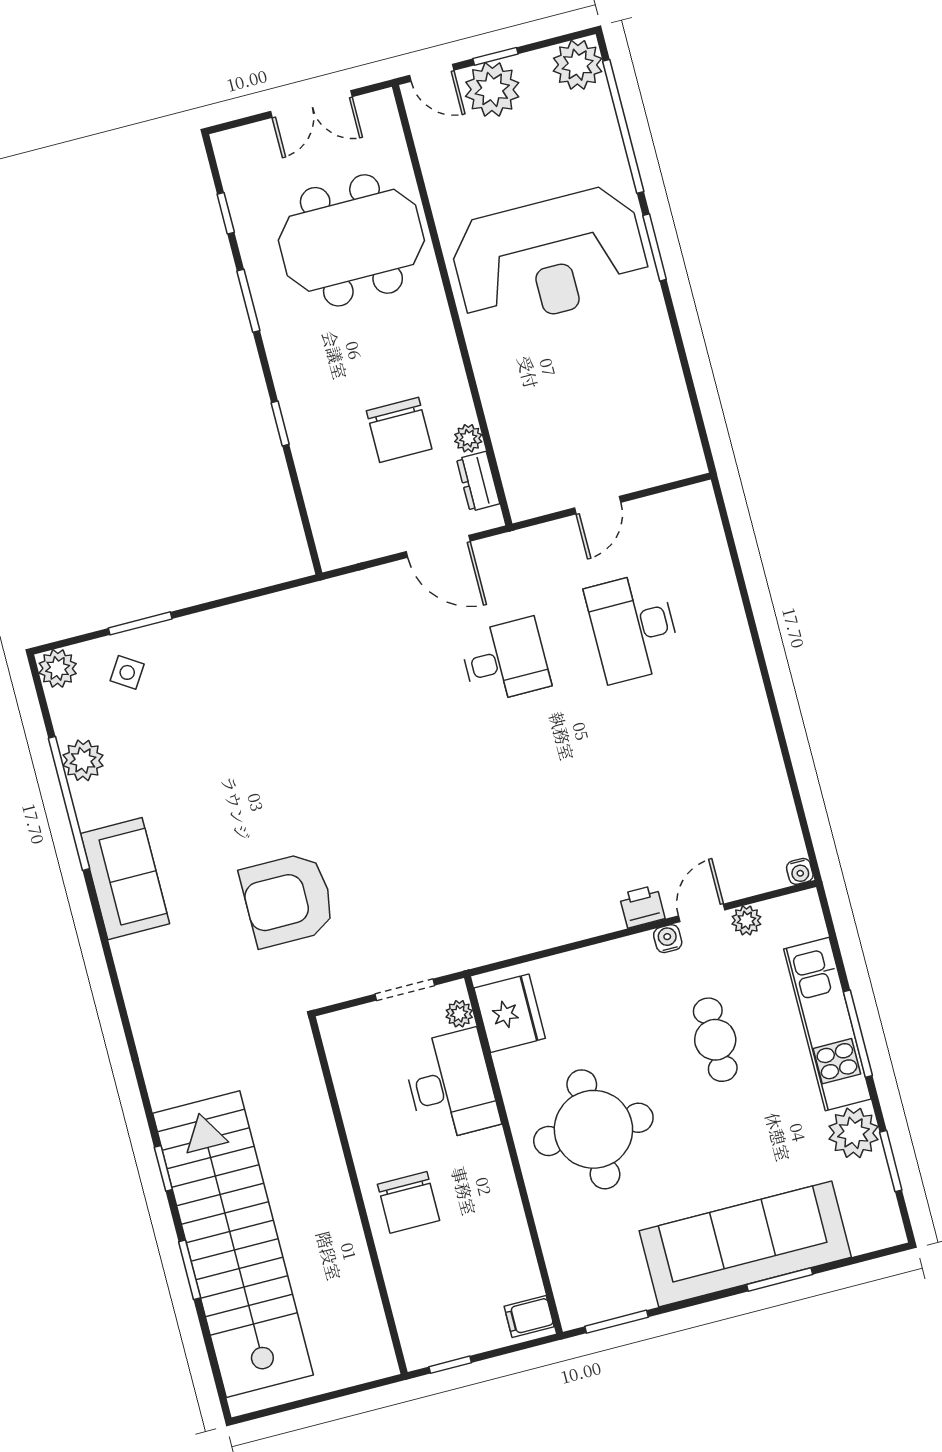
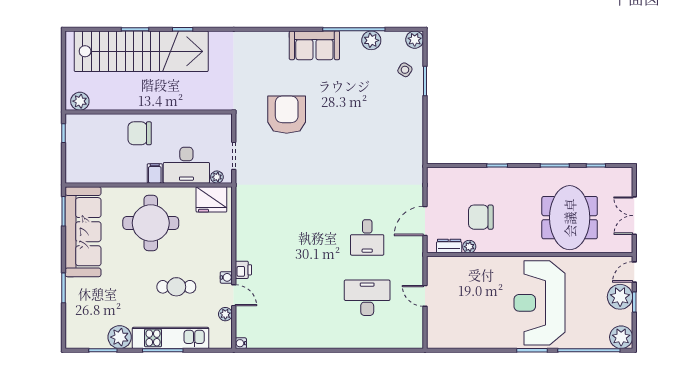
sofa: (745, 1244) -> (83, 232), moved
filing cabinet: (529, 1316) -> (155, 173), moved
plant: (373, 1347) -> (80, 101), added

